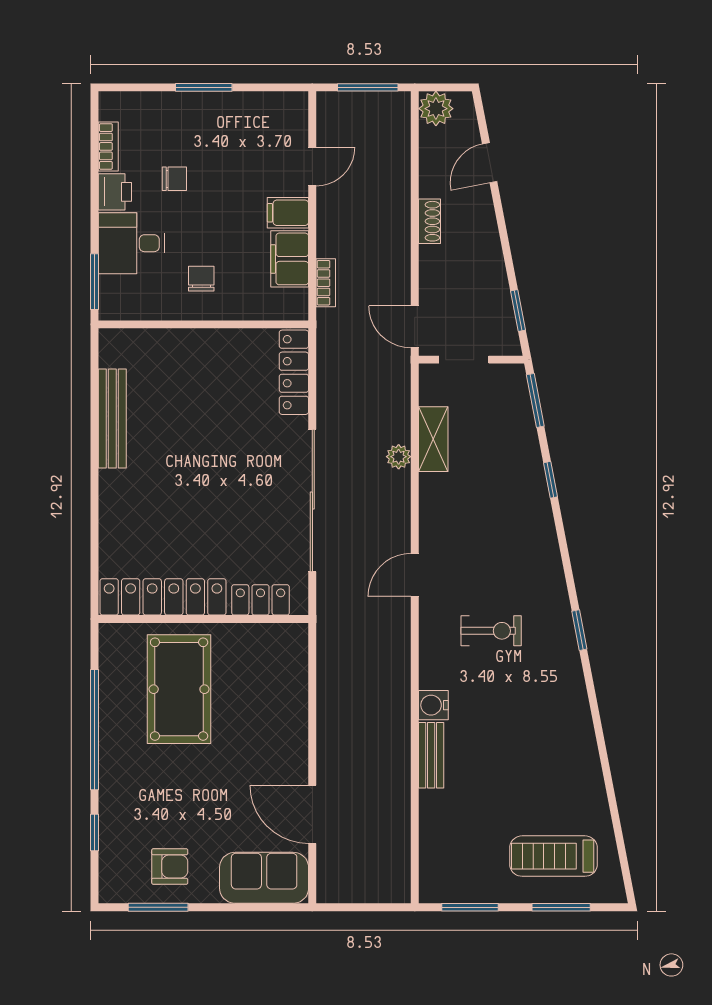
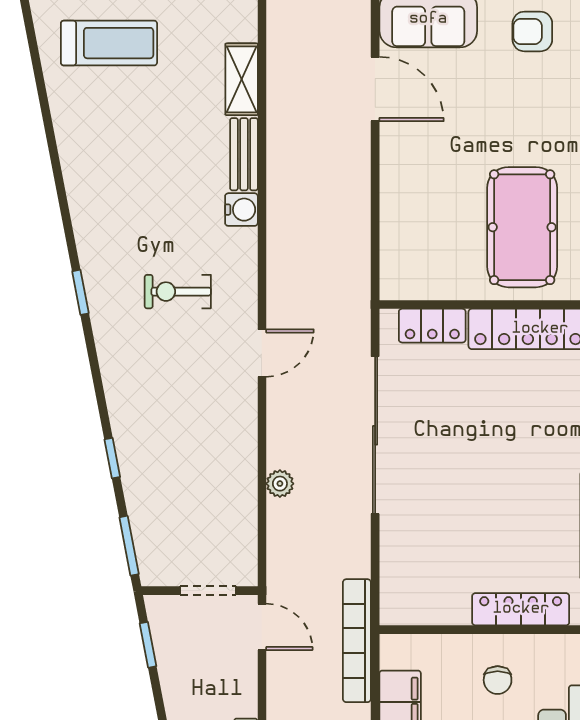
bookcase: (326, 283) -> (357, 641), width x2.31, depth x1.31
locker: (294, 372) -> (521, 609), moved, turned -90
shelving: (433, 439) -> (242, 79), moved

